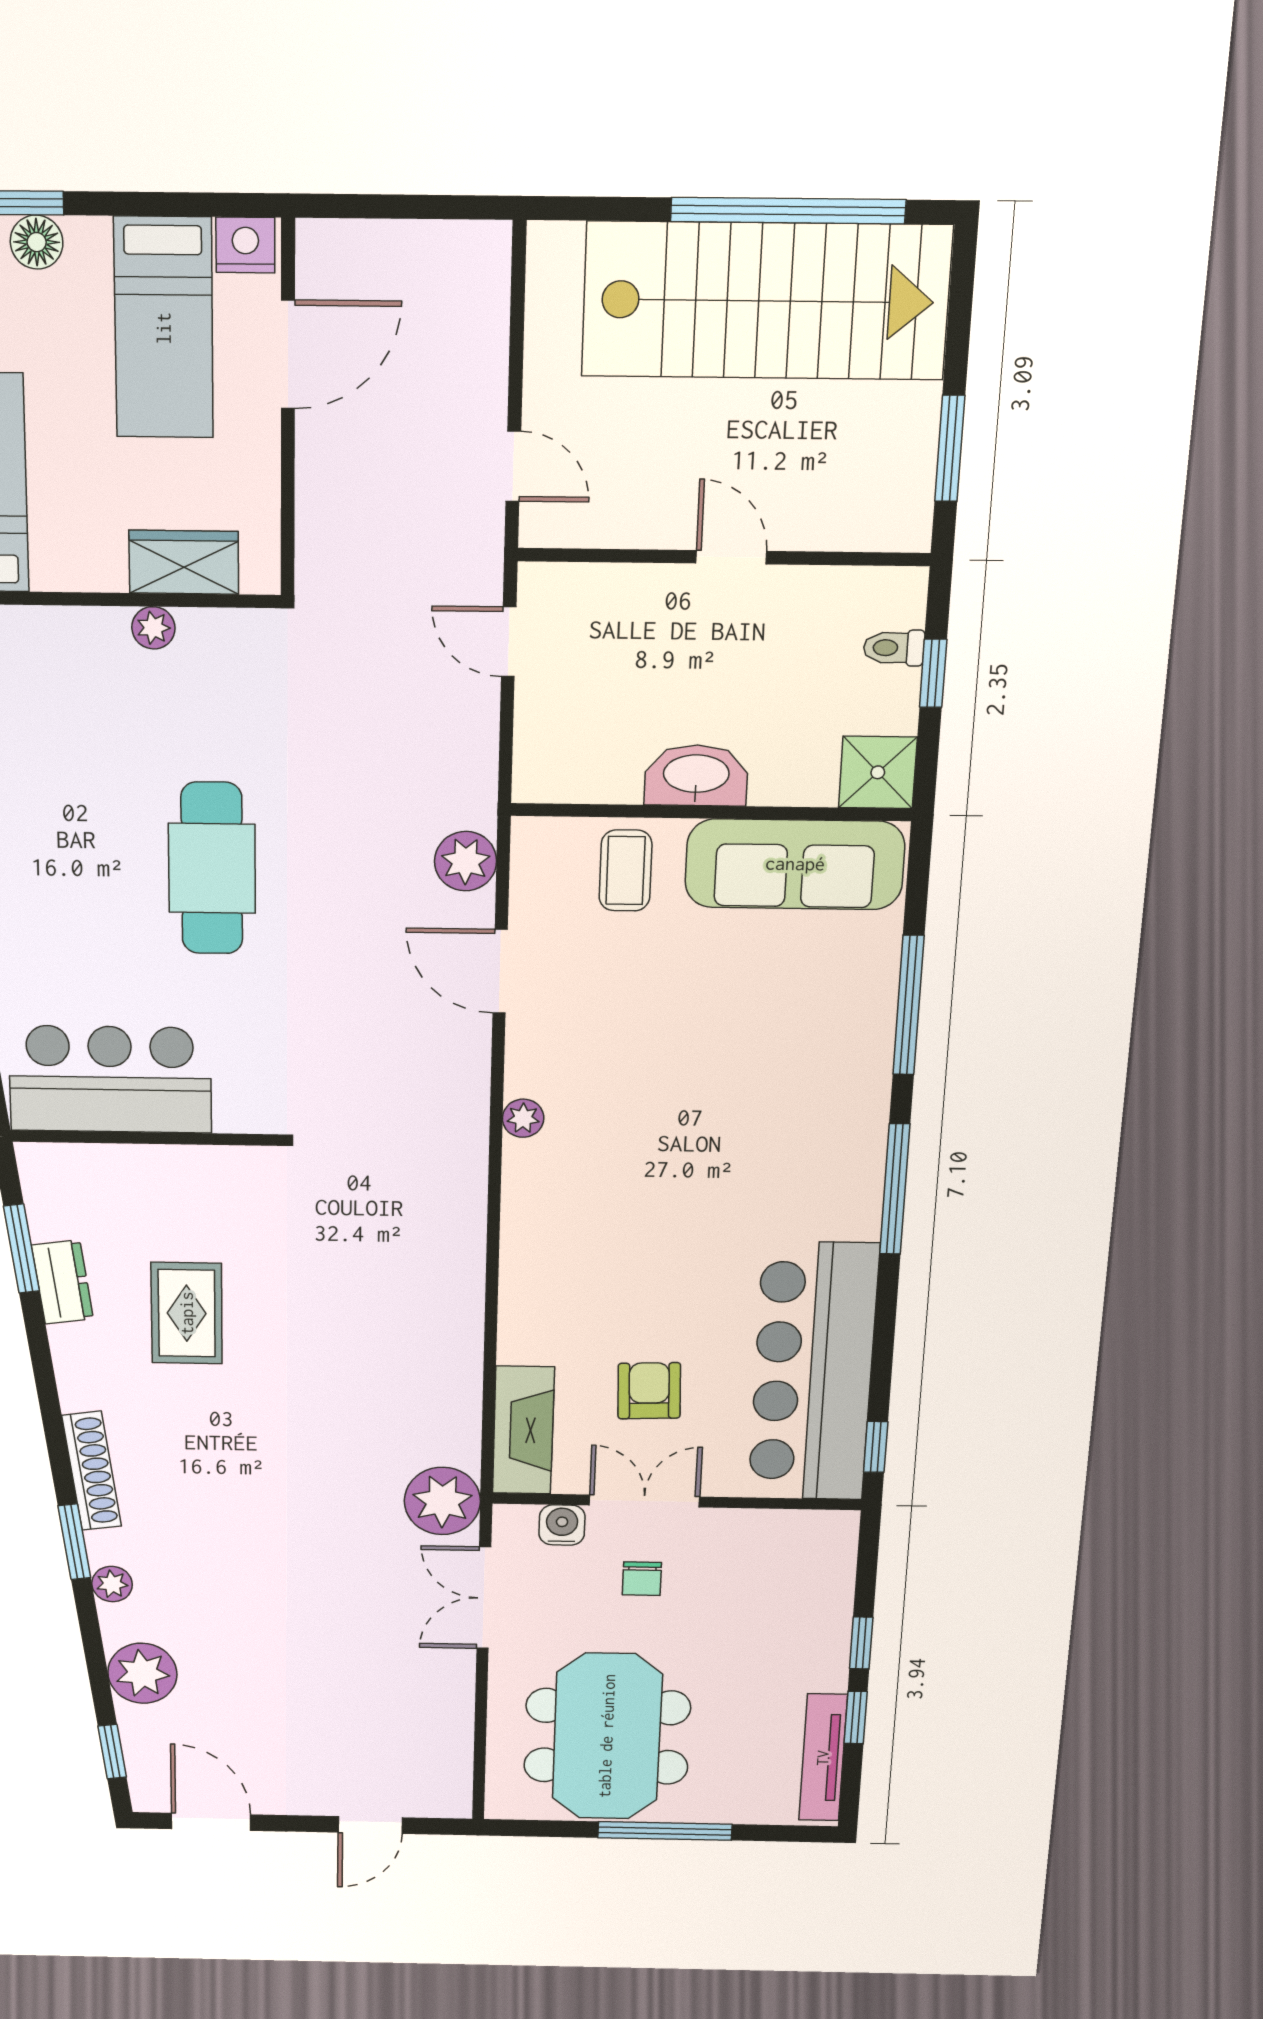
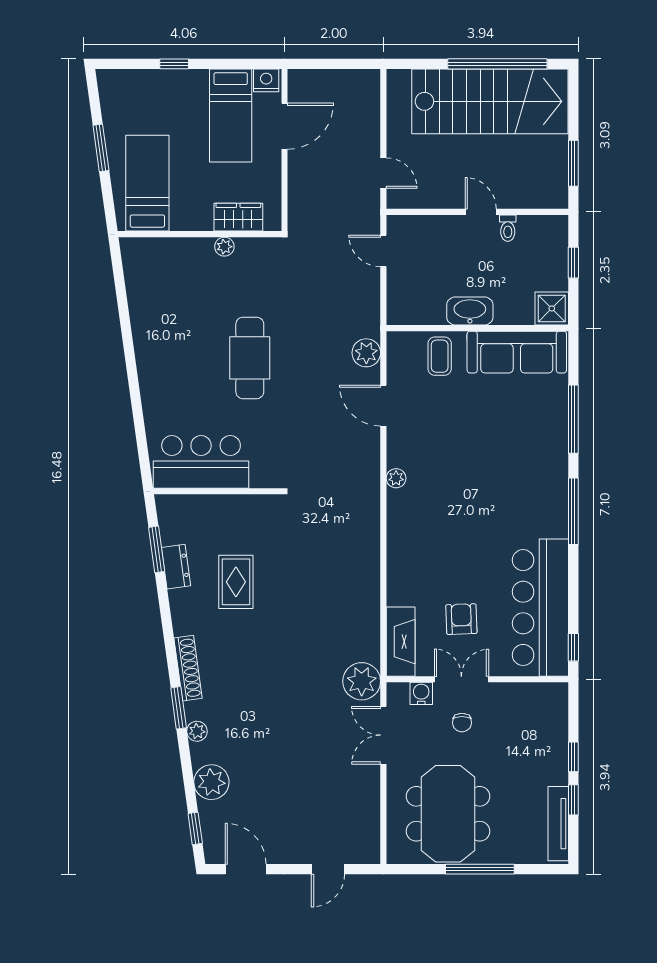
floor lamp: (37, 242) -> (176, 80), removed
toilet: (894, 648) -> (508, 228), moved, turned -90

